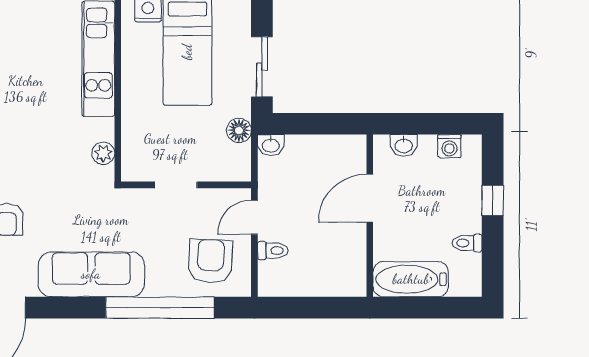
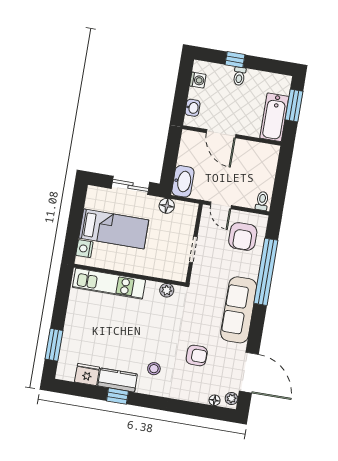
washbasin: (271, 145) -> (183, 181), width x1.91, depth x1.45
toilet: (467, 243) -> (239, 76), moved
toilet: (273, 251) -> (262, 201), moved
armchair: (210, 261) -> (243, 236), turned -93
window: (435, 308) -> (294, 105), added

